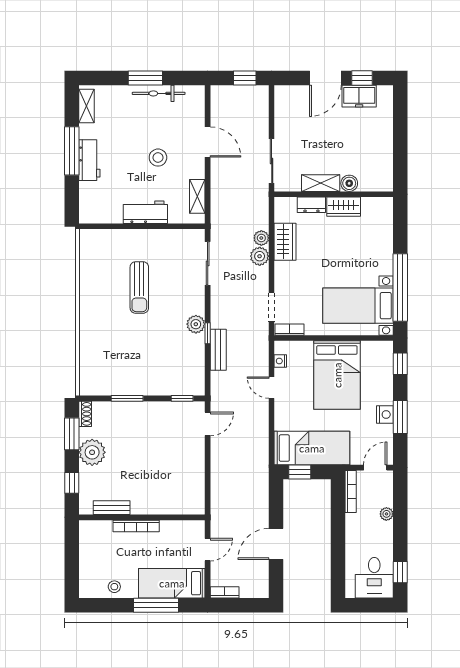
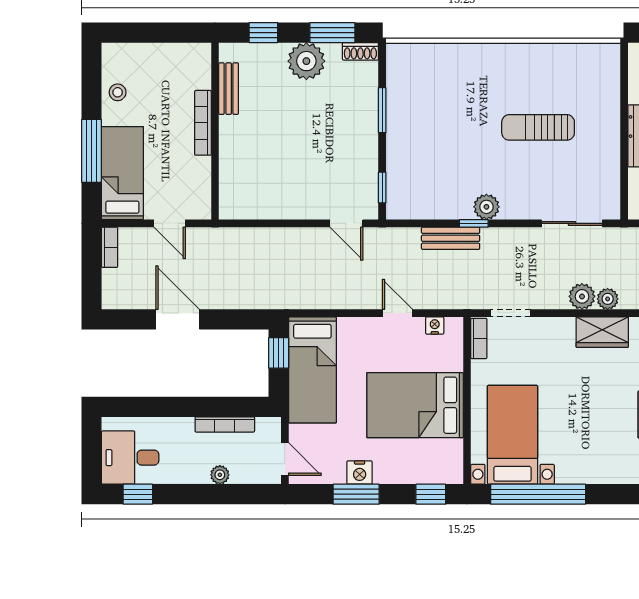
door: (272, 388) -> (397, 313), hinge flipped
bookcase: (351, 491) -> (225, 424), moved

